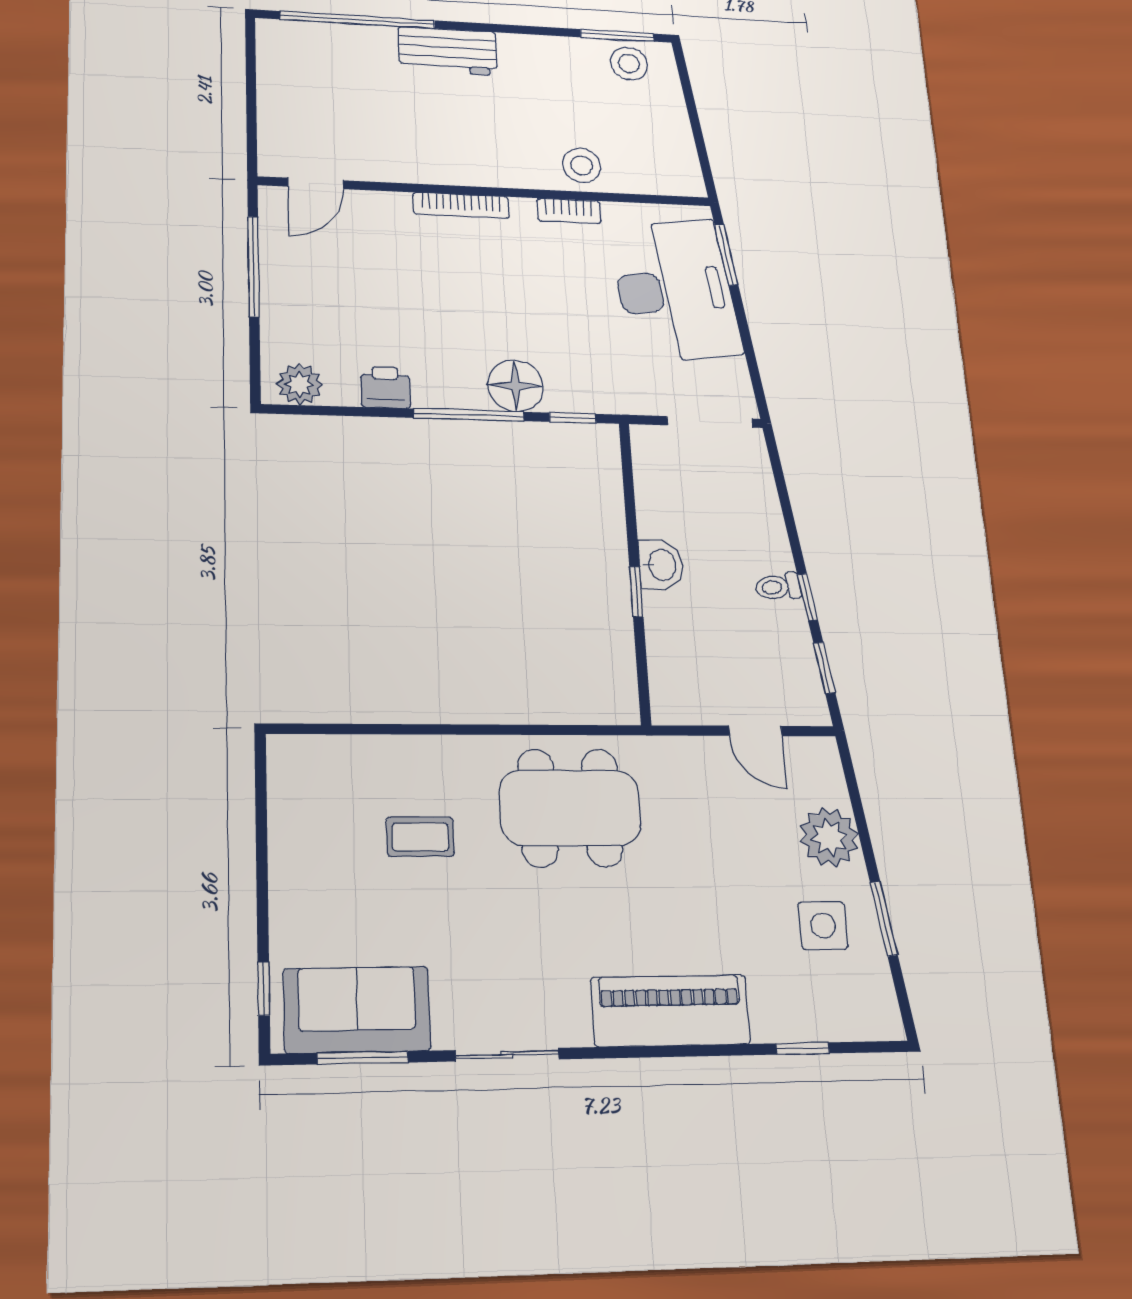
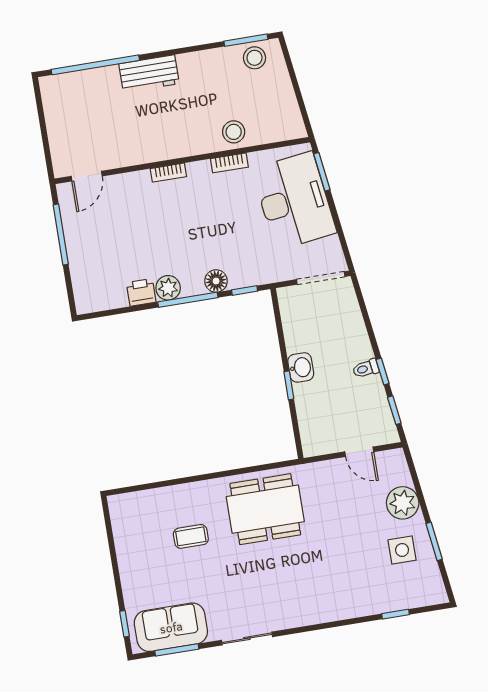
bookcase: (461, 205) -> (168, 173), width x0.64
plant: (300, 384) -> (168, 288), moved
floor lamp: (515, 386) -> (216, 281), width x0.73, depth x0.73
piano: (671, 1011) -> (326, 605), removed

